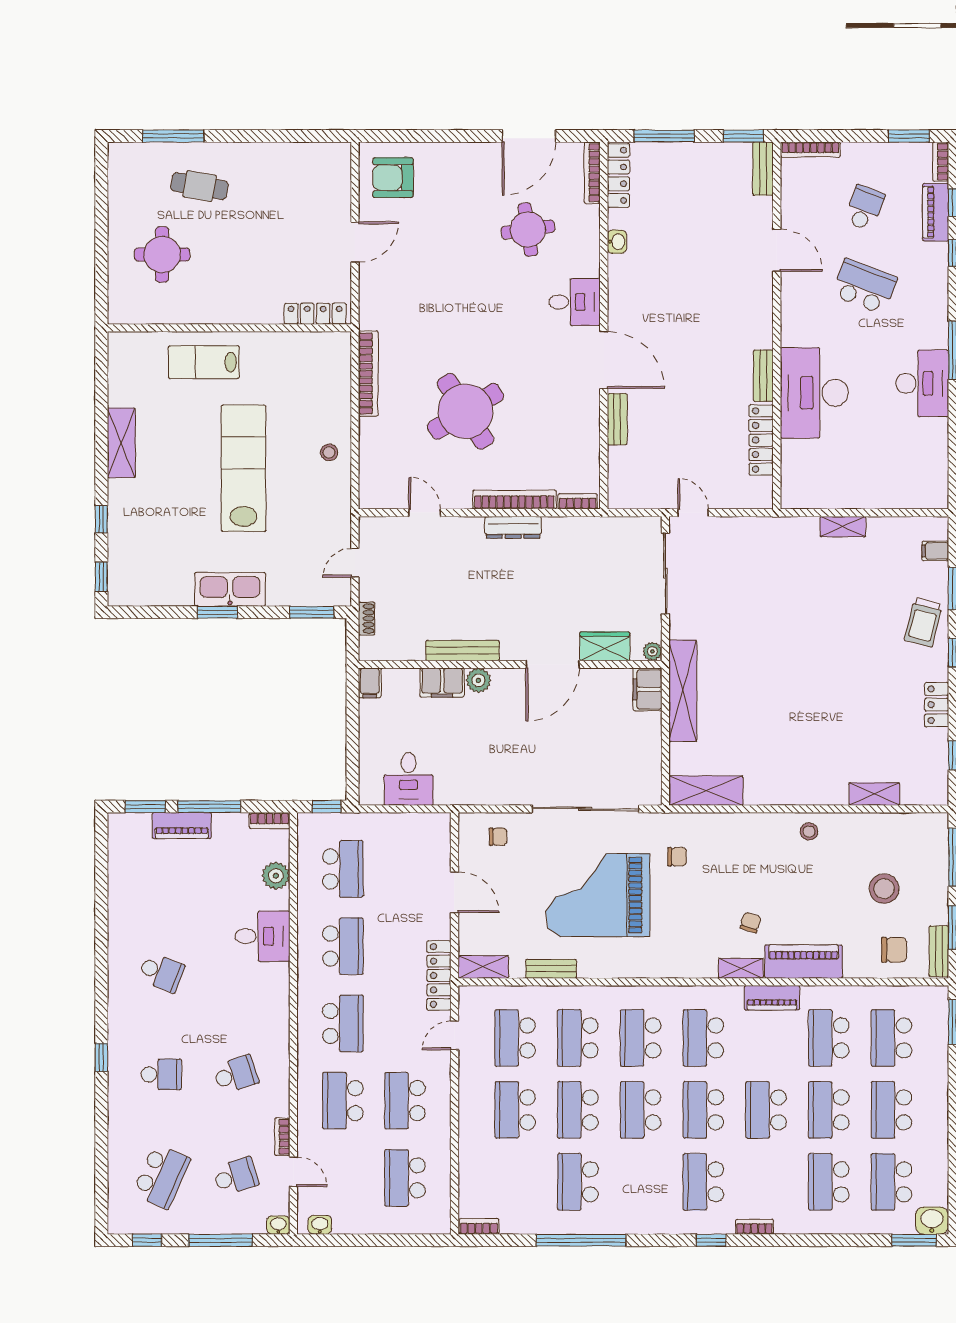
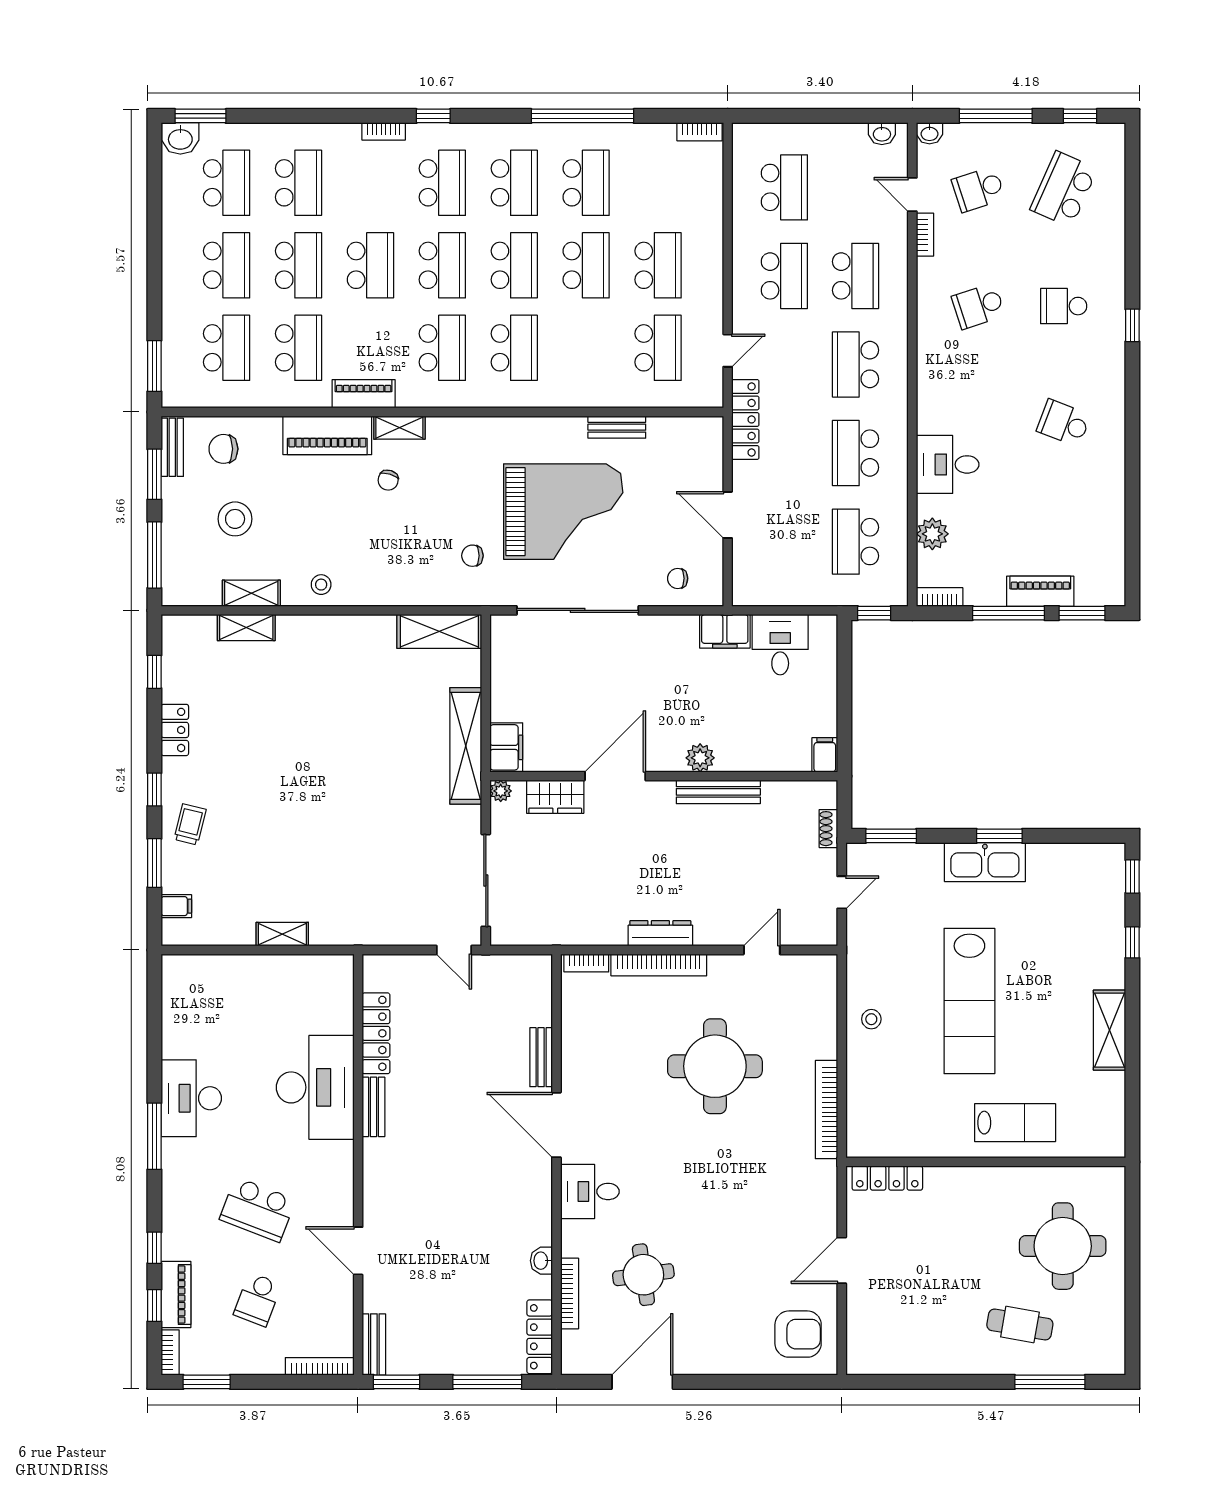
bookcase: (592, 173) -> (570, 1294), moved
round table: (162, 254) -> (1063, 1246), width x1.36, depth x1.36
round table: (466, 411) -> (715, 1066), turned 32
door: (425, 513) -> (762, 950), swing flipped
trolley: (923, 622) -> (190, 824), width x0.73, depth x0.72
filing cabinet: (442, 683) -> (725, 631), moved, turned 180
shelving: (483, 967) -> (251, 593), moved
school desk: (578, 1038) -> (514, 183), moved

